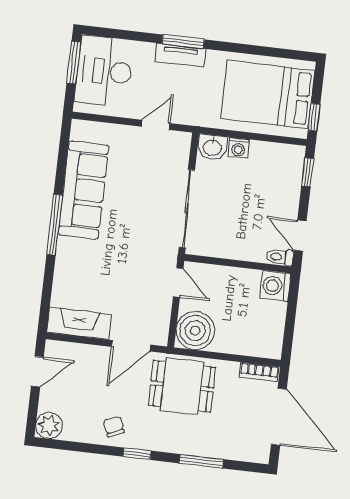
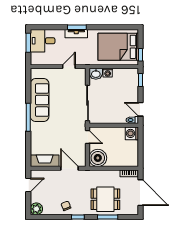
desk: (104, 71) -> (43, 41), width x0.73
door: (131, 346) -> (69, 168), swing flipped
dining table: (182, 386) -> (105, 199), moved

